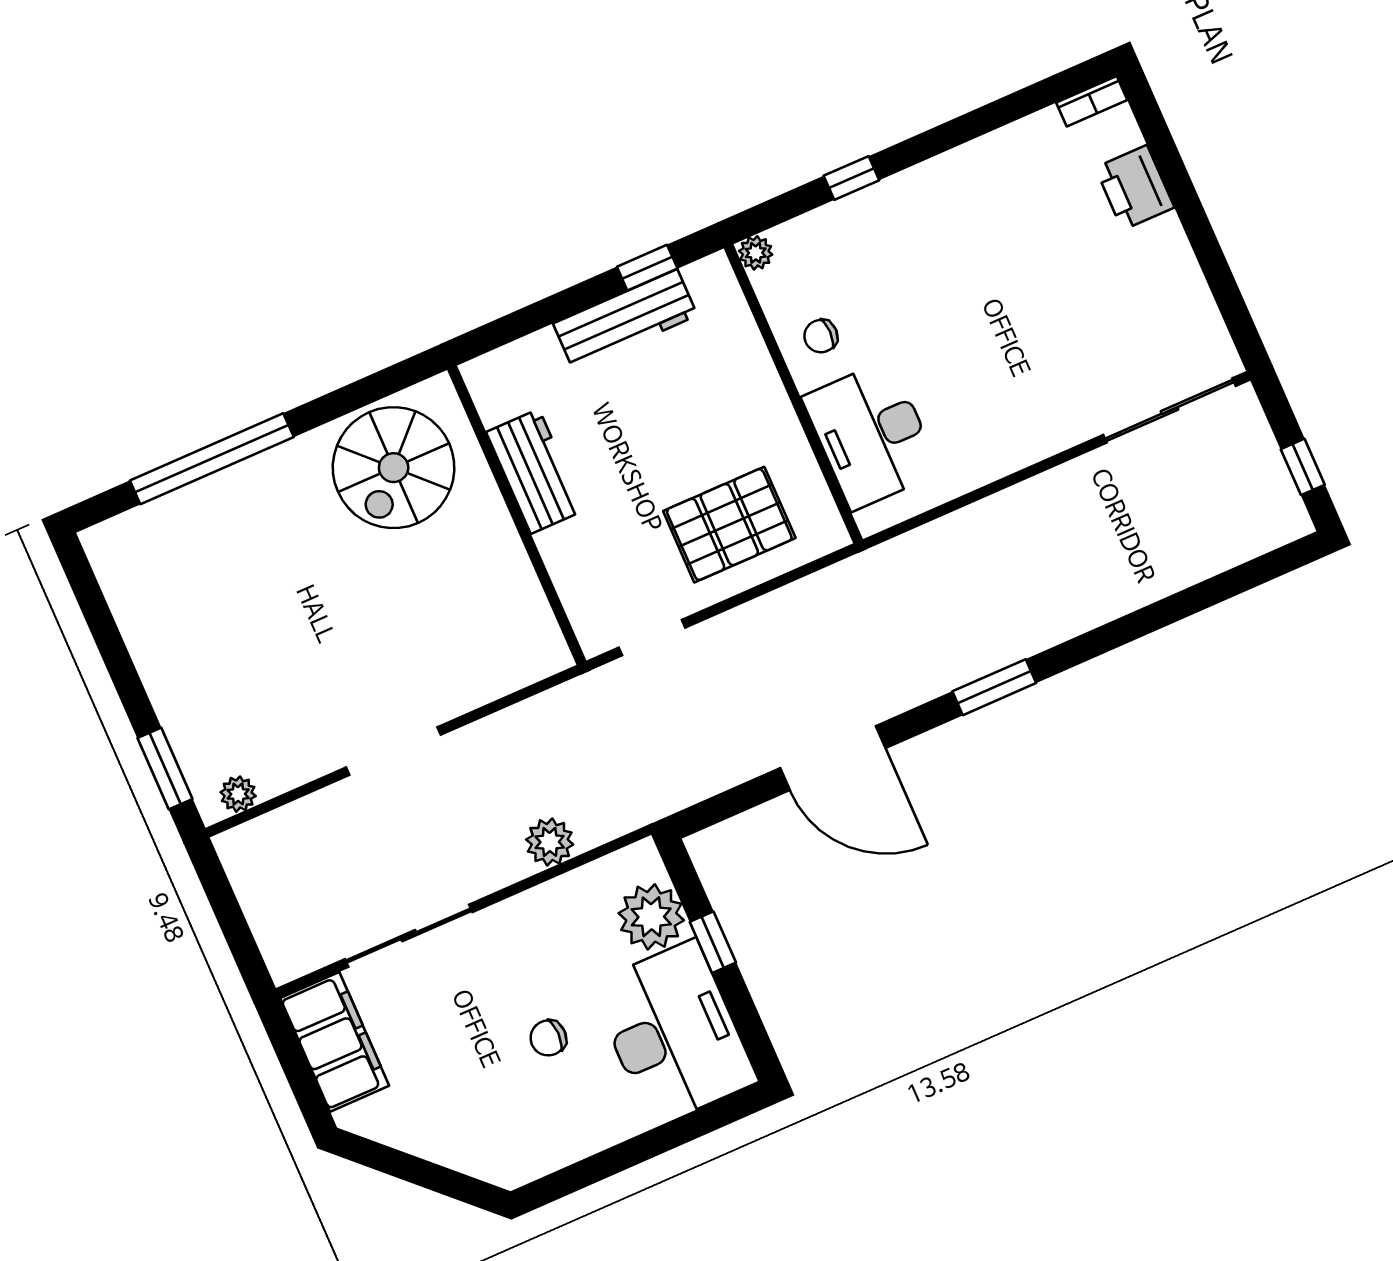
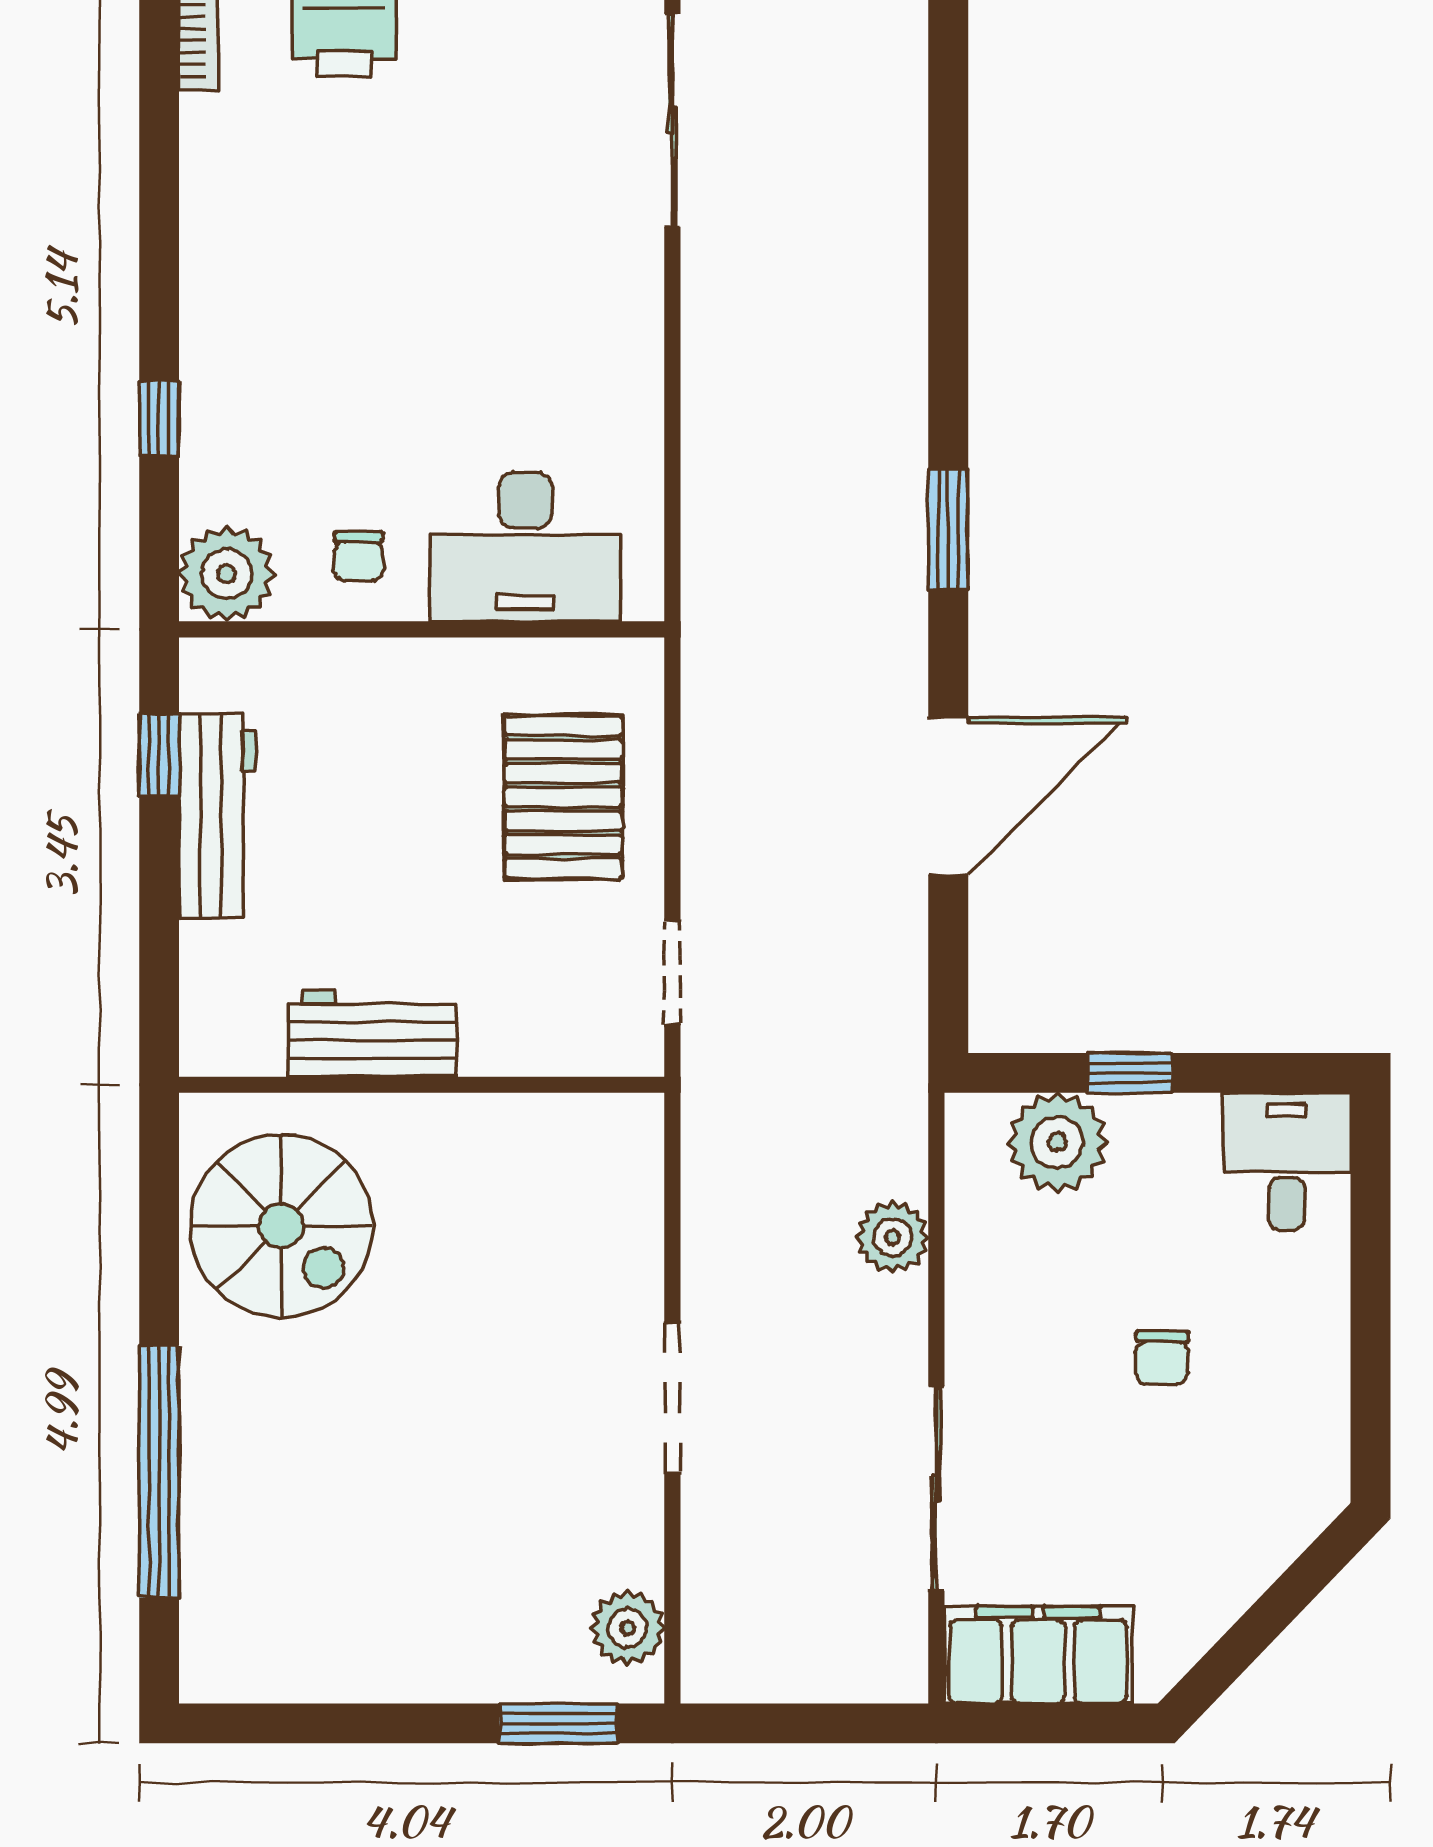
plant: (756, 253) -> (227, 574), width x1.87, depth x1.87
plant: (238, 794) -> (628, 1628), width x1.38, depth x1.38
desk: (674, 1033) -> (1287, 1161), width x0.53, depth x0.77

